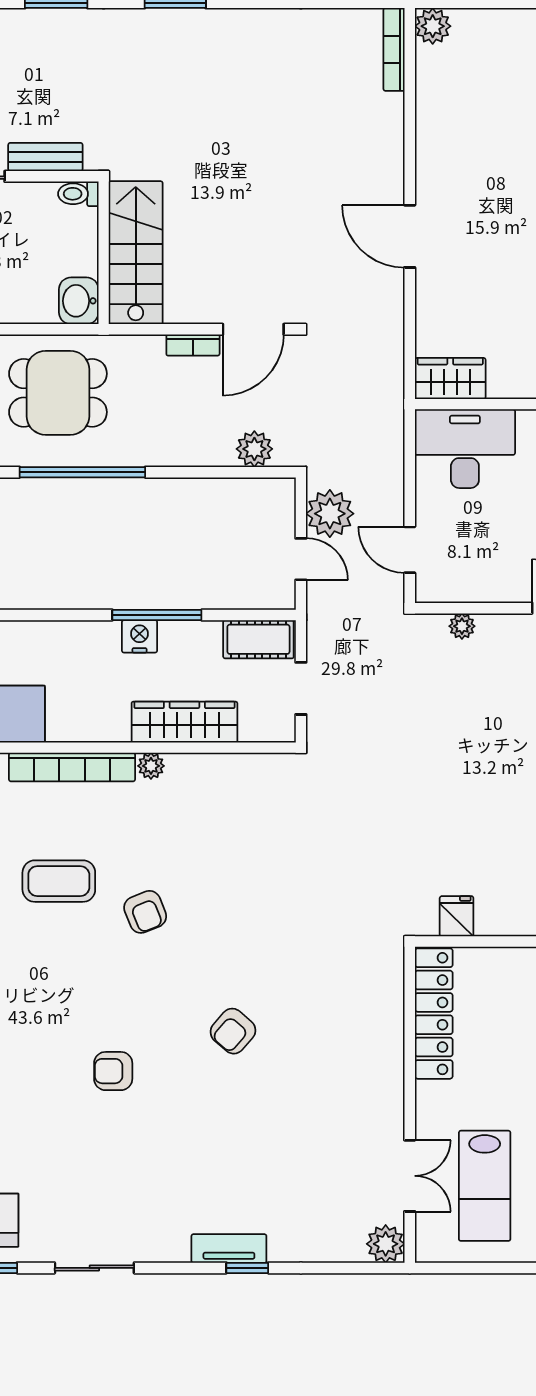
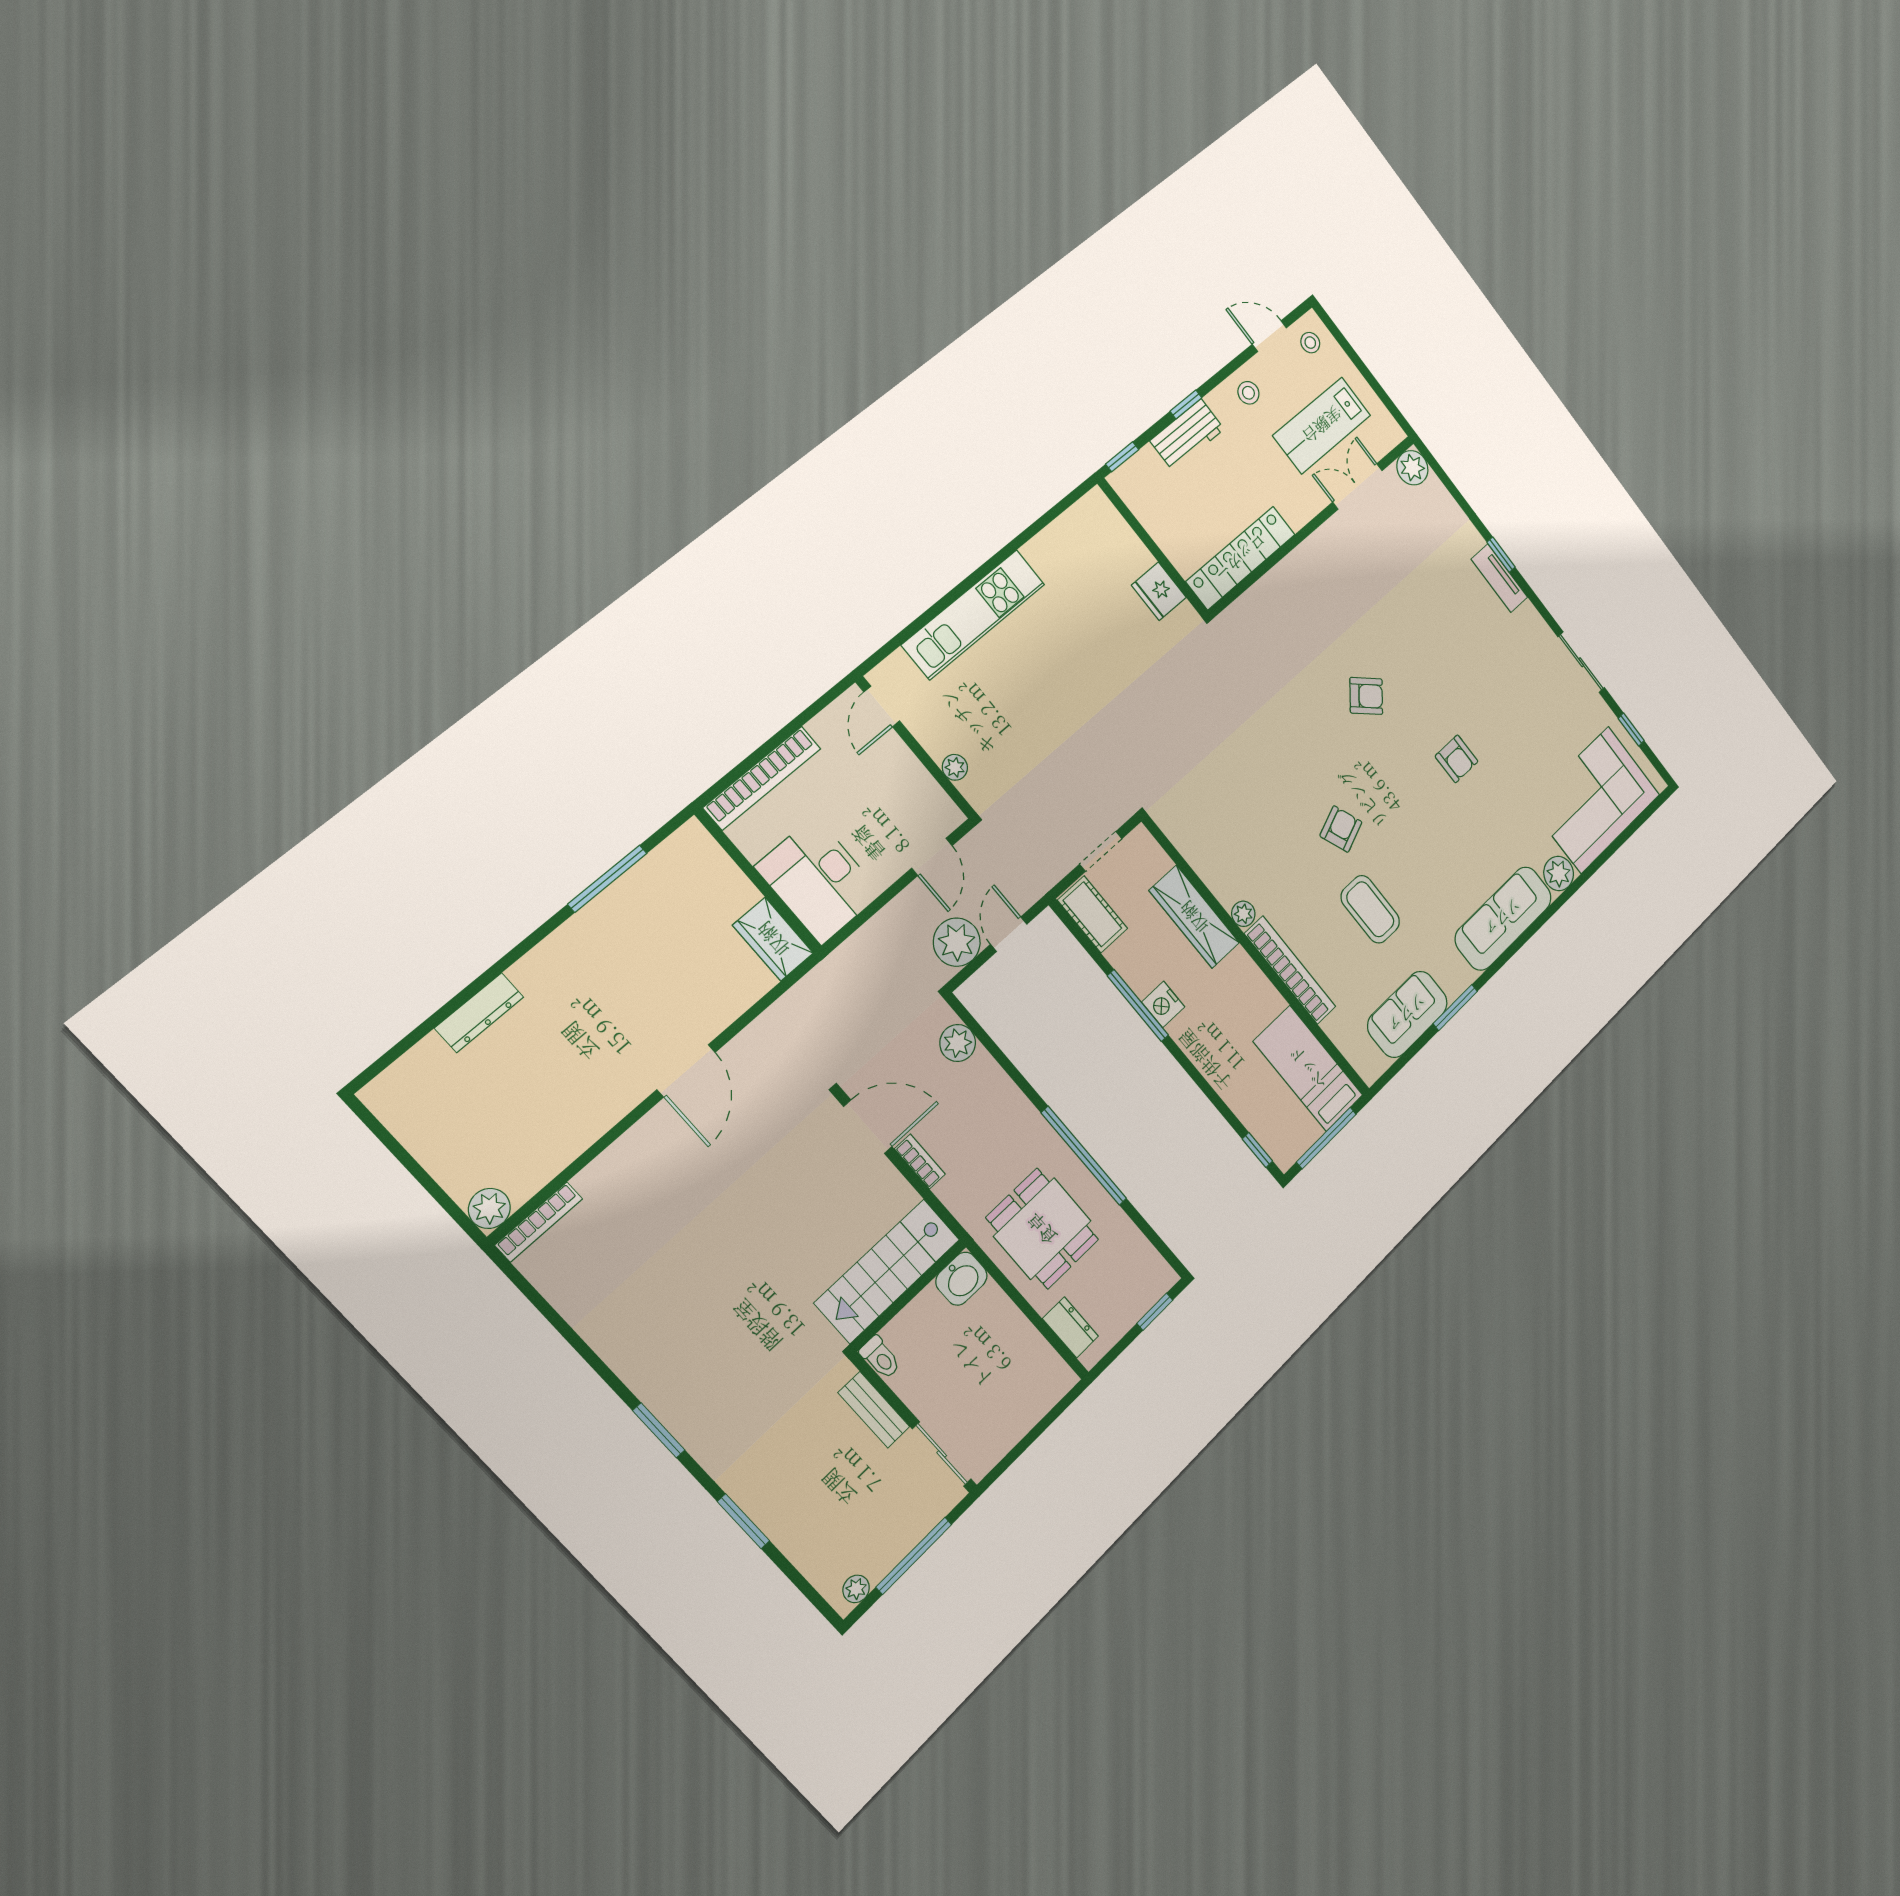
fridge: (457, 916) -> (1159, 591), width x1.38
lab bench: (485, 1186) -> (1322, 425), turned 180

